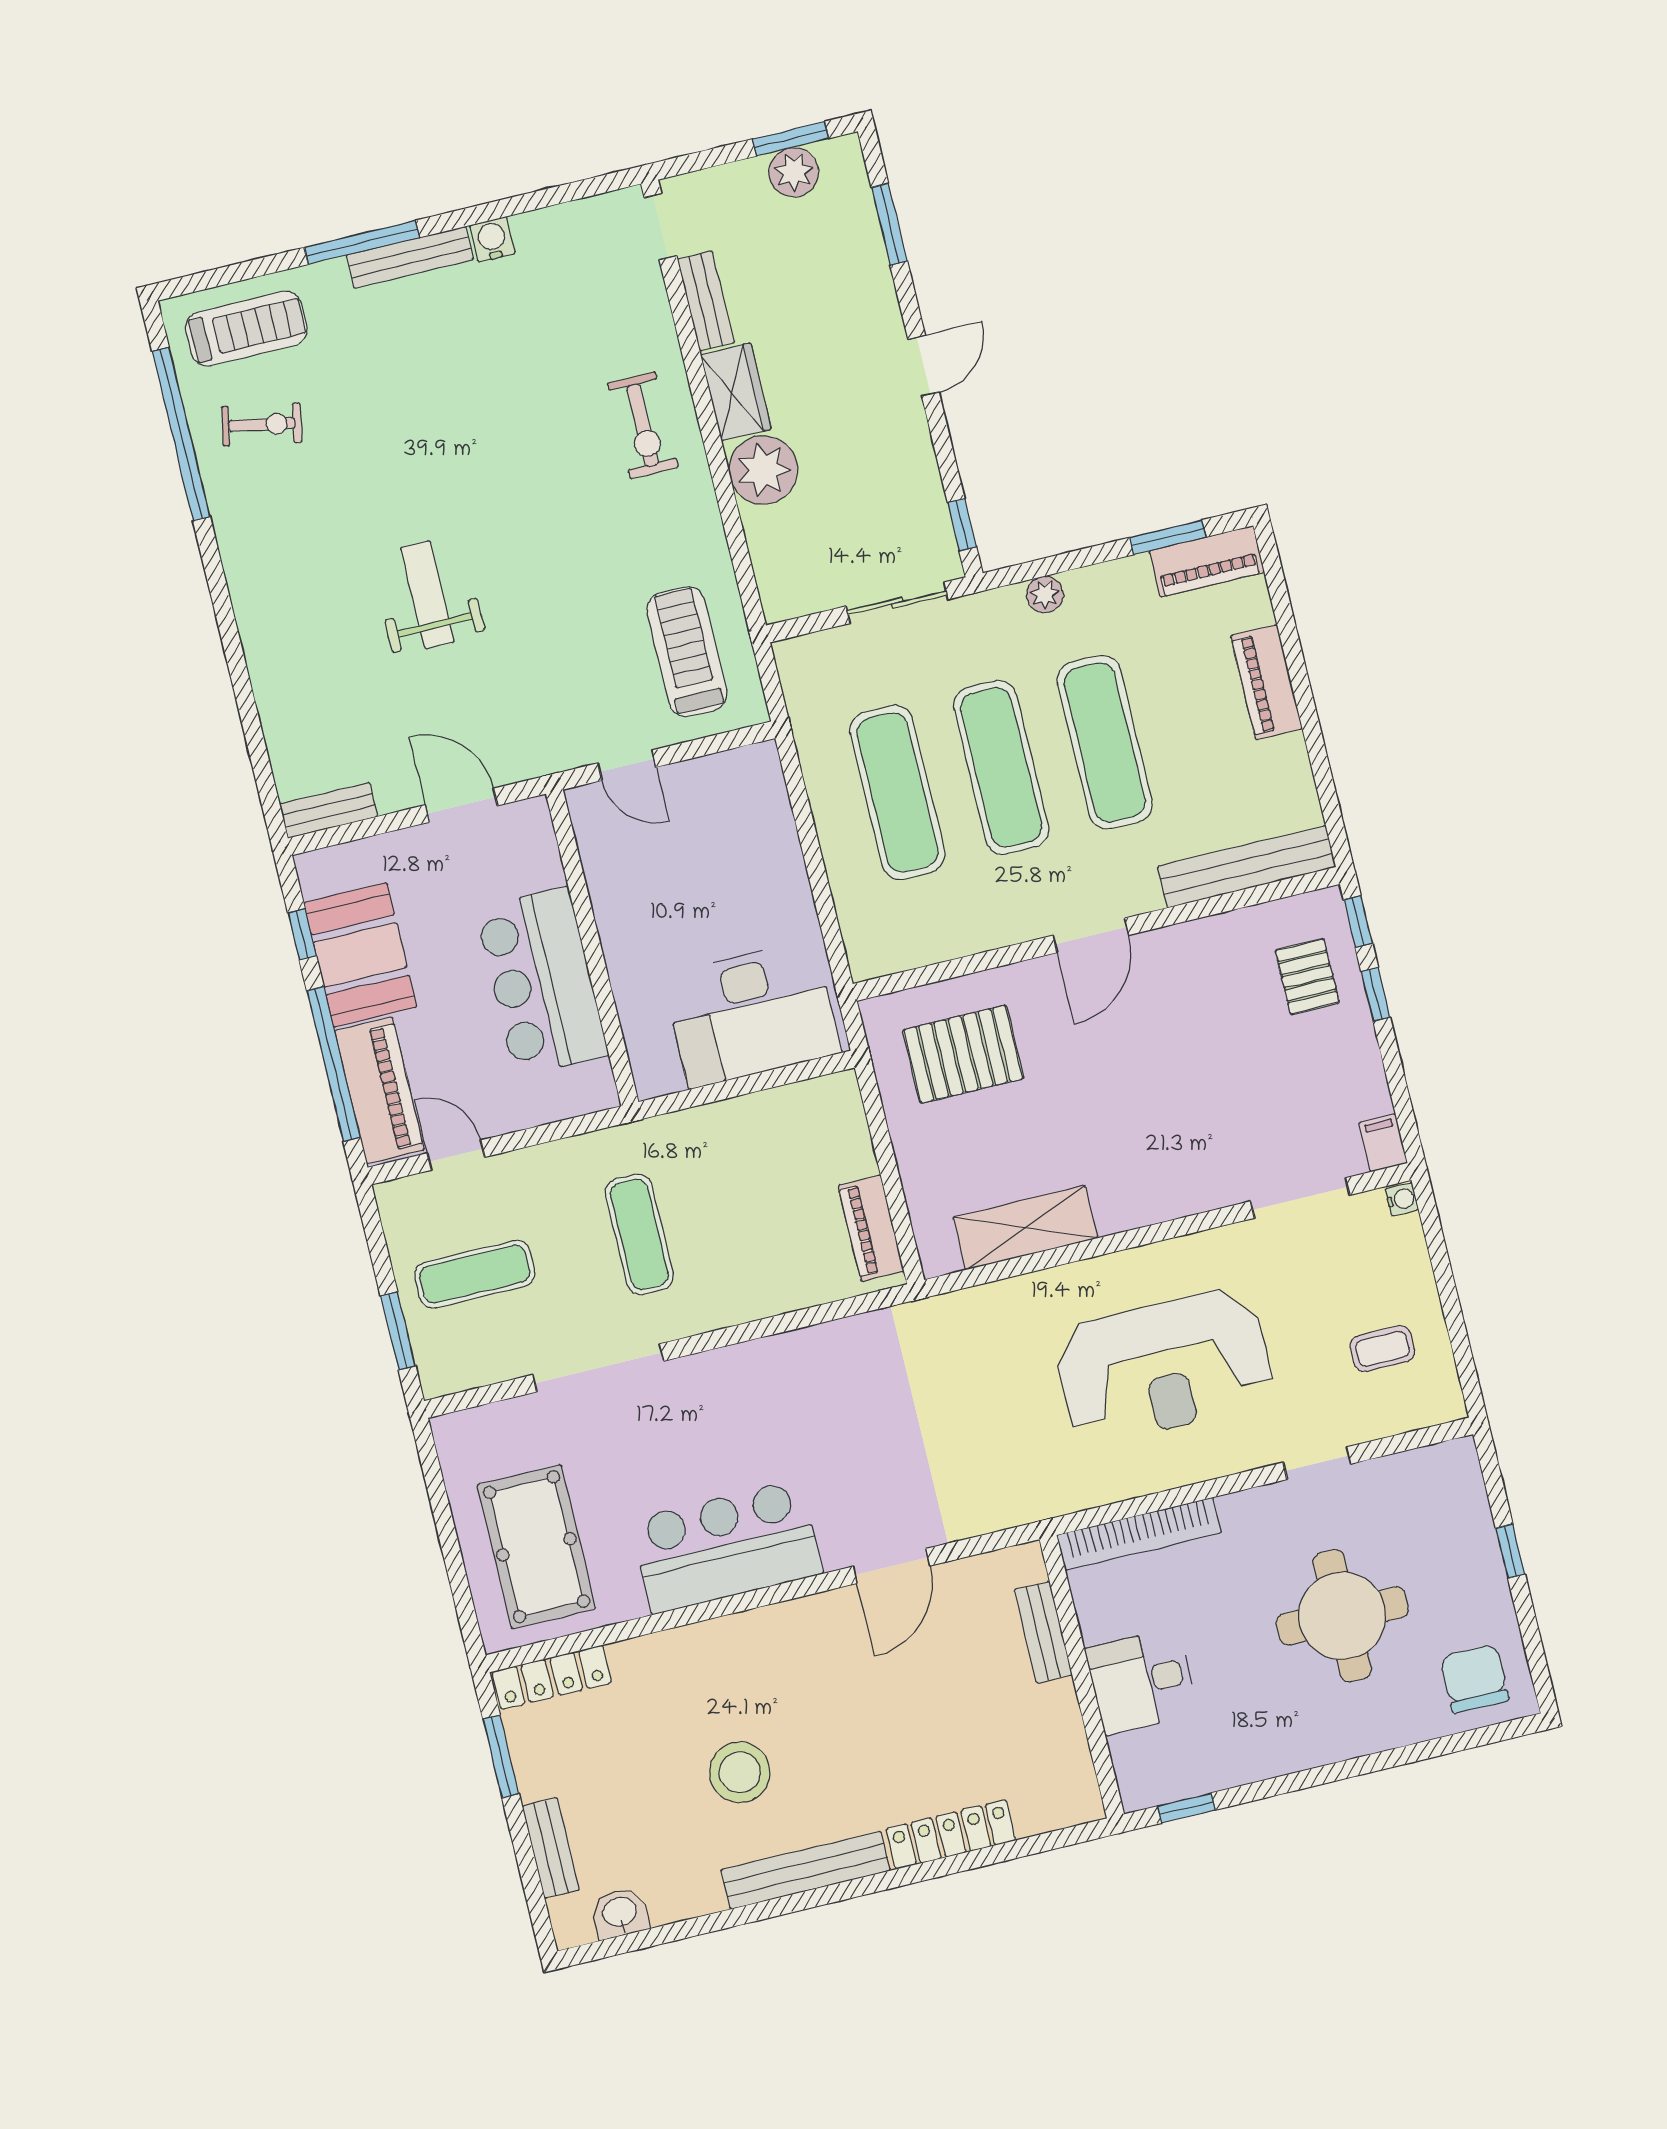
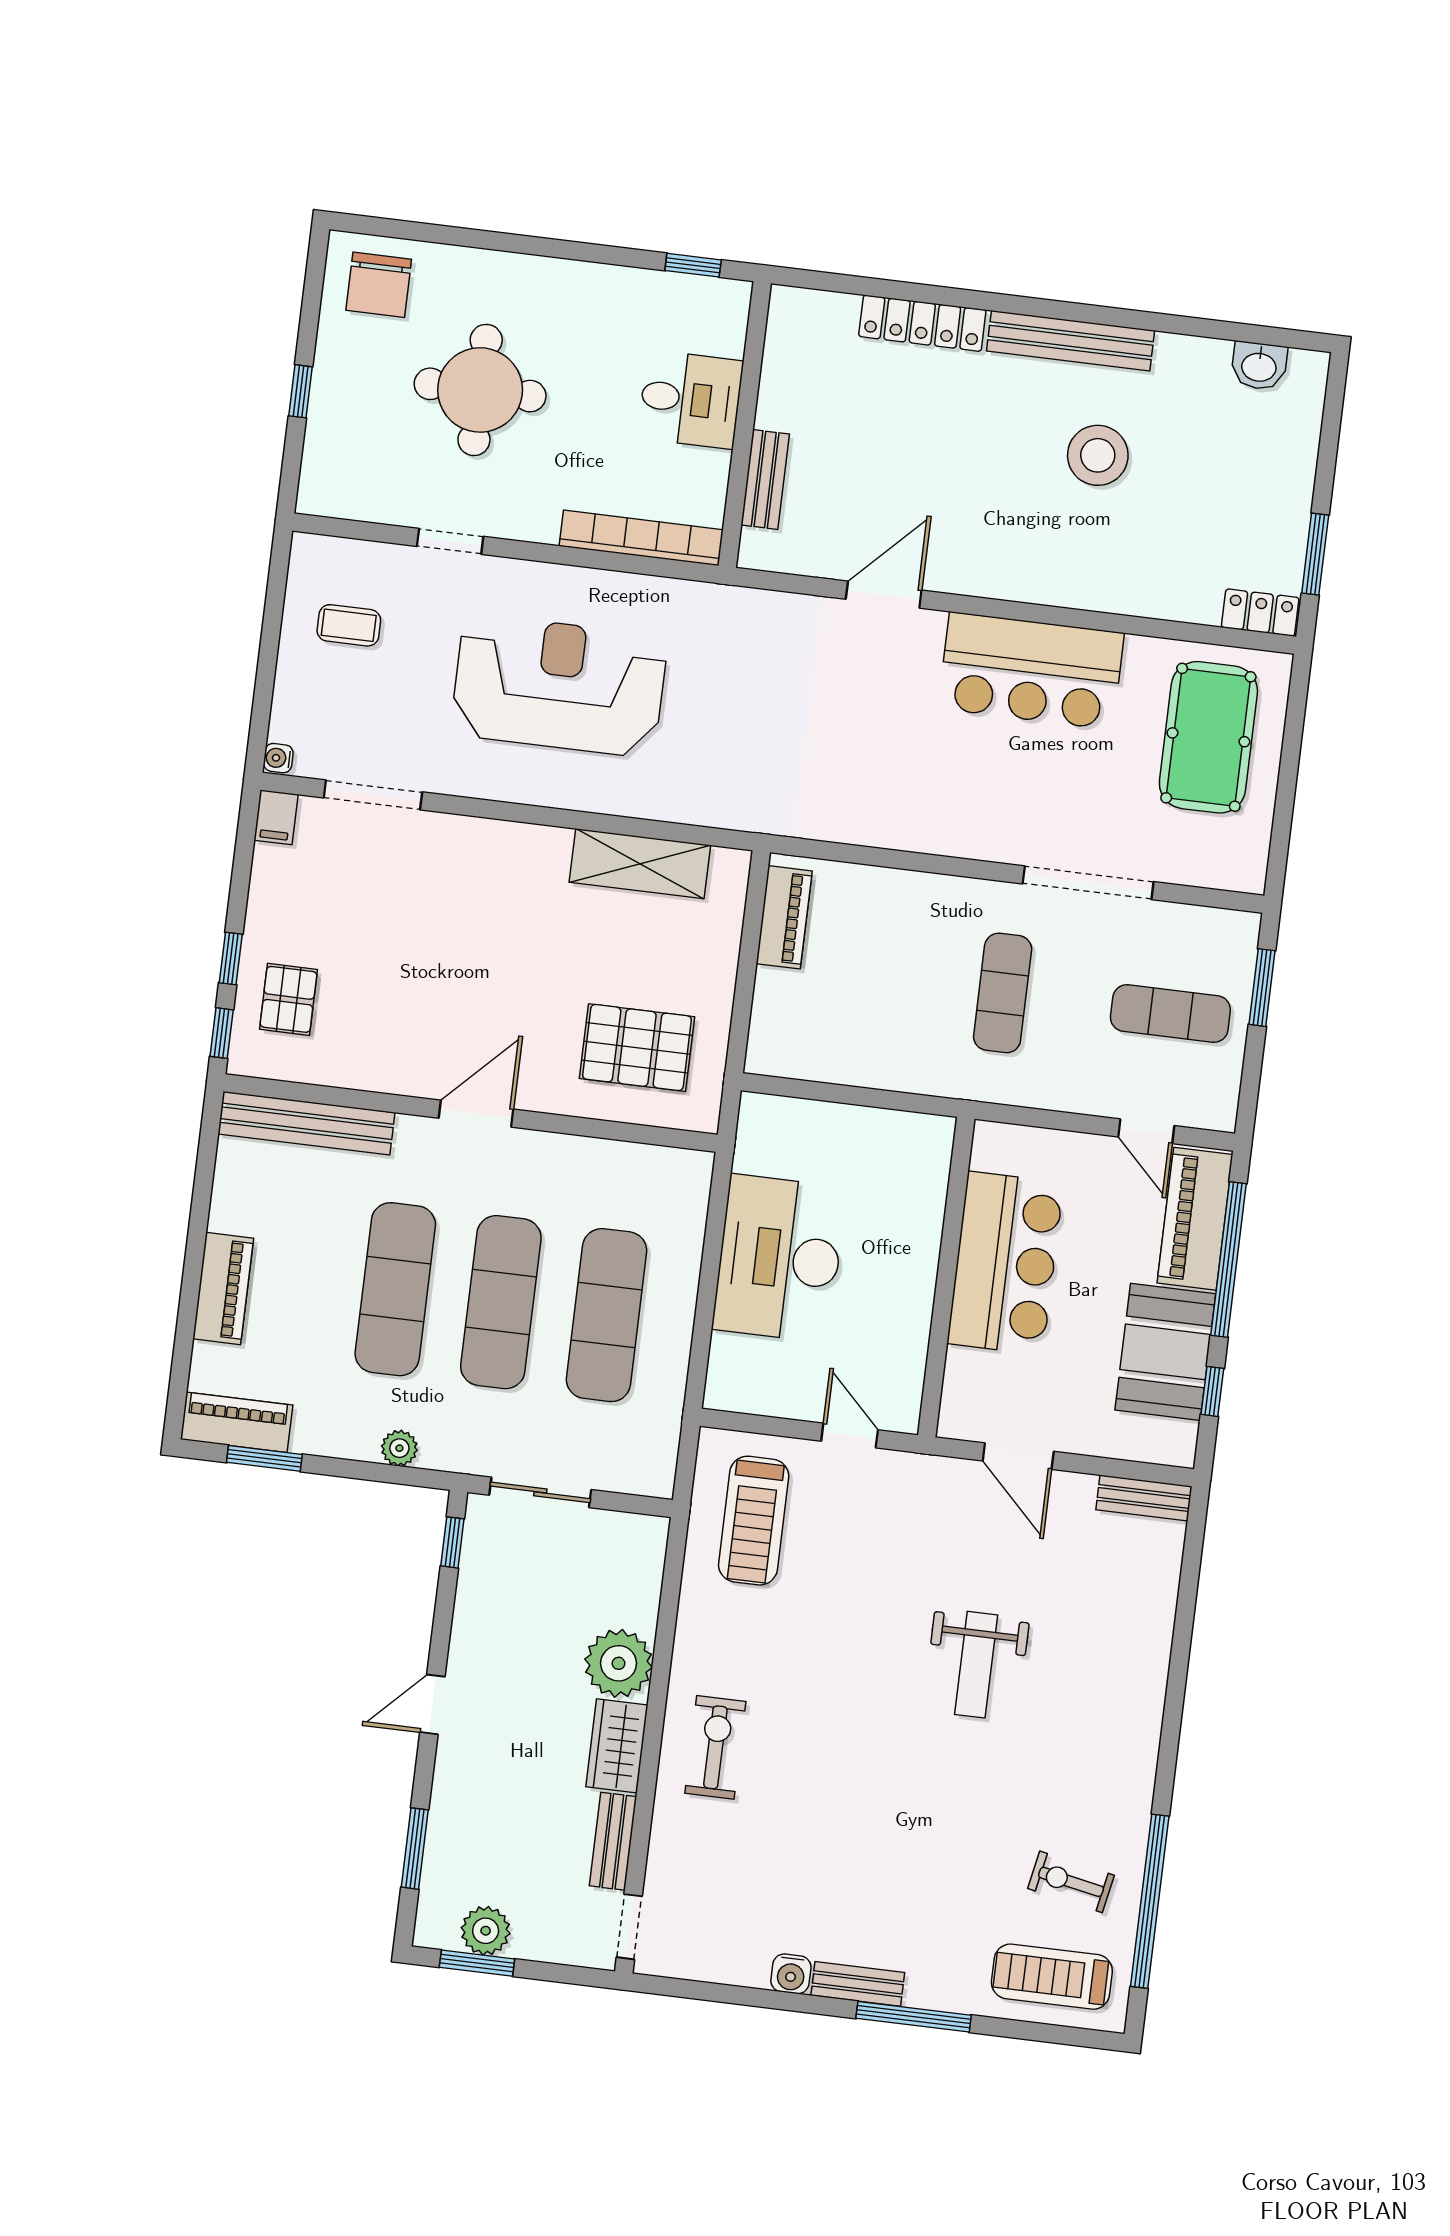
bench: (410, 257) -> (858, 1984), width x0.73
desk: (752, 1014) -> (779, 1258), moved, turned -90
locker: (552, 1677) -> (1260, 612), width x0.66
bench: (551, 1848) -> (1301, 451), removed

